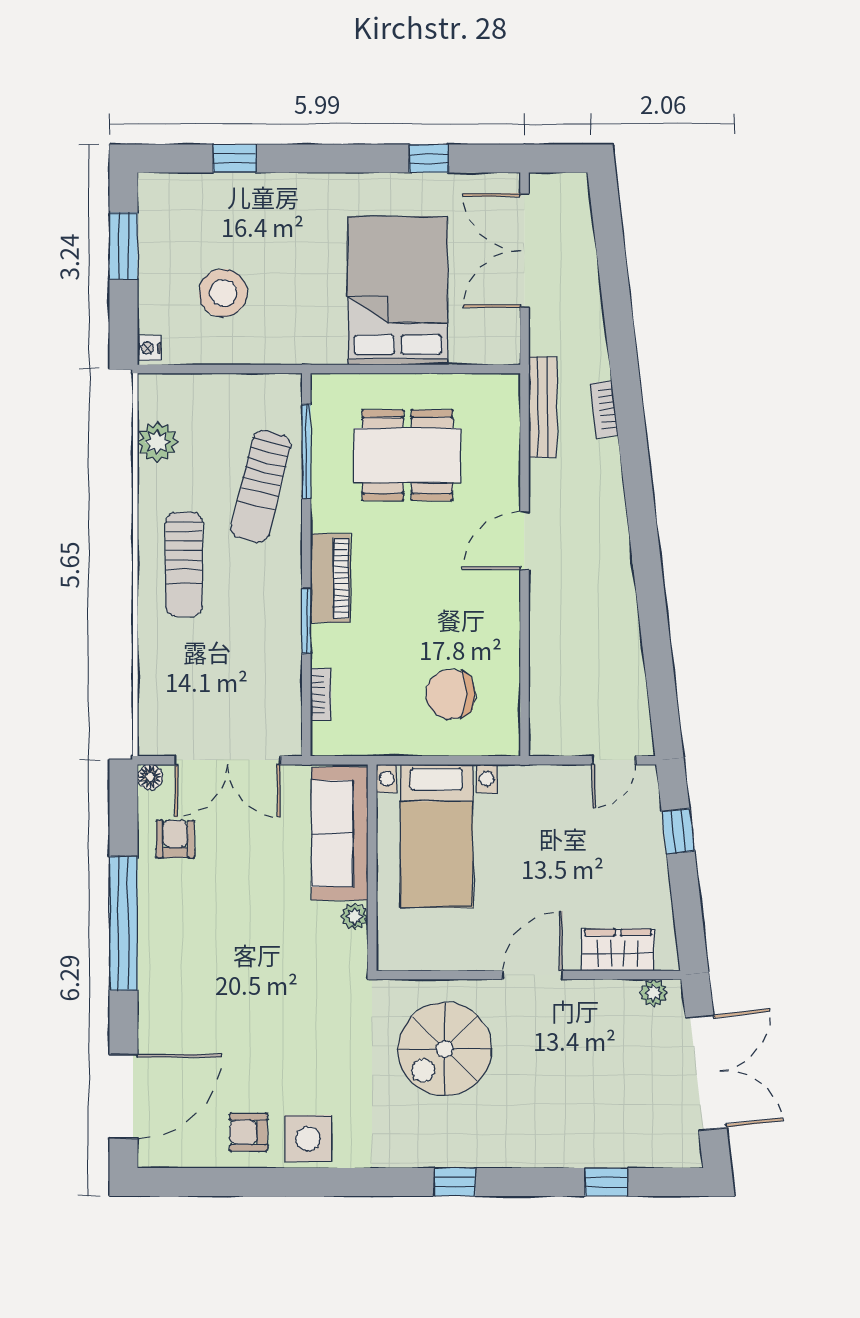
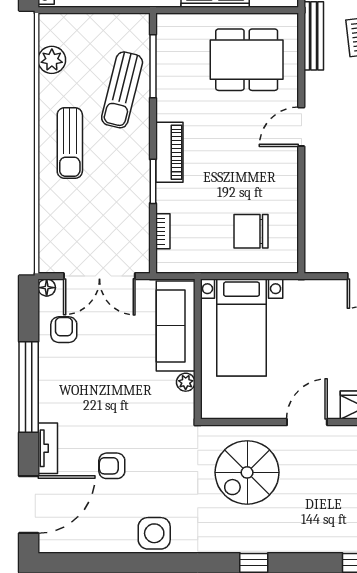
dining table: (407, 455) -> (247, 60), moved
tv unit: (152, 1013) -> (48, 448), added
armchair: (249, 1132) -> (112, 466), moved

